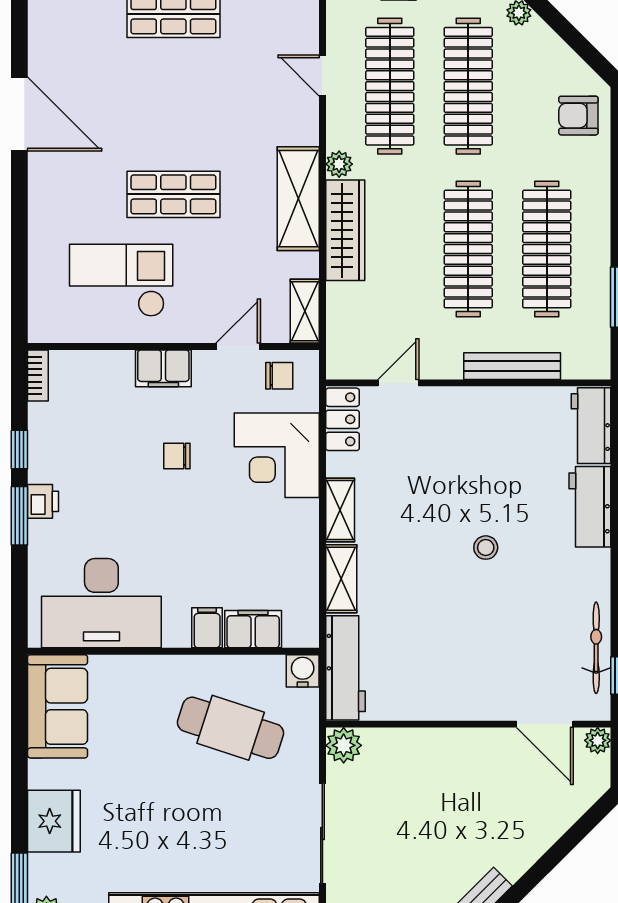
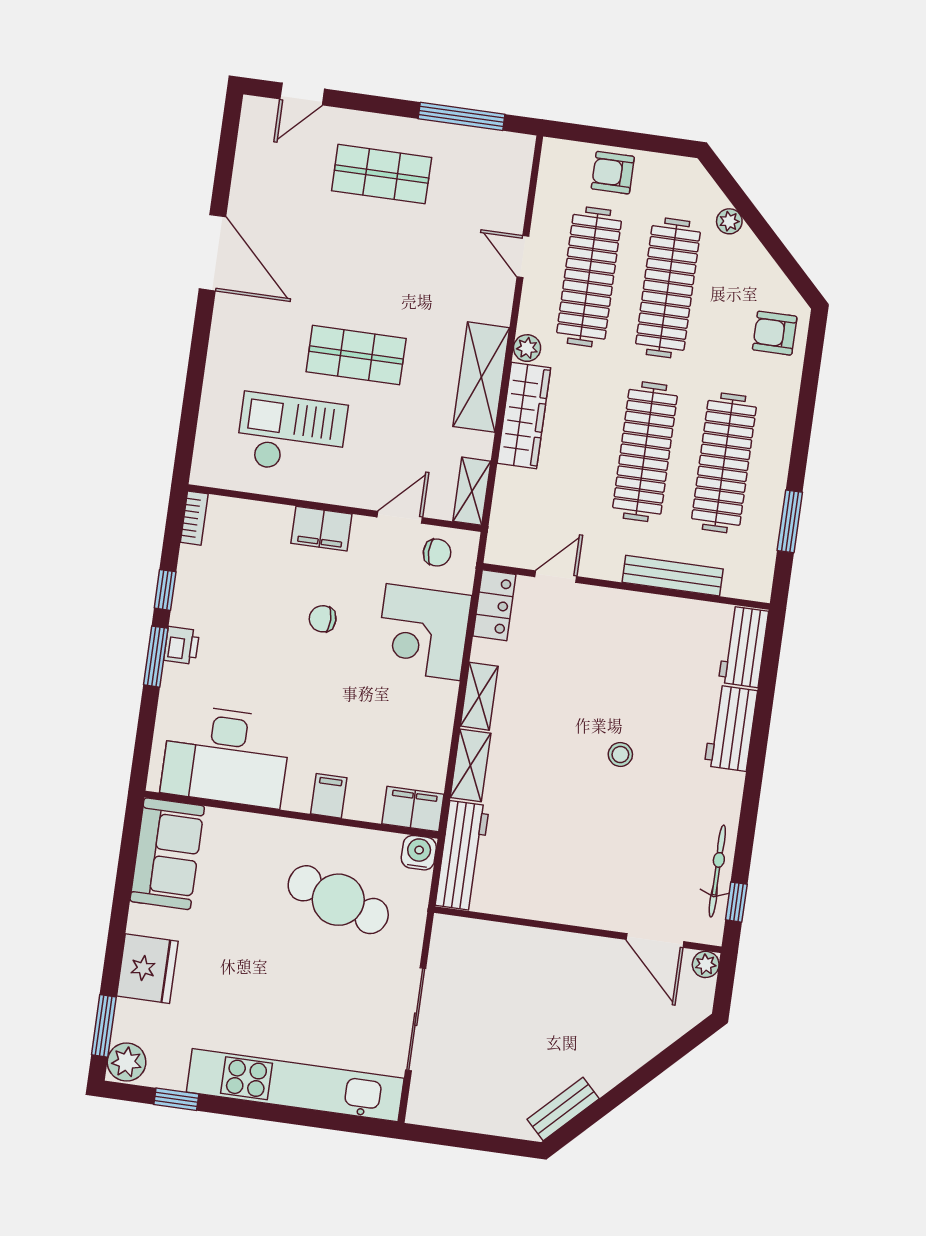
filing cabinet: (253, 629) -> (413, 809), moved
plant: (344, 745) -> (449, 933), removed

